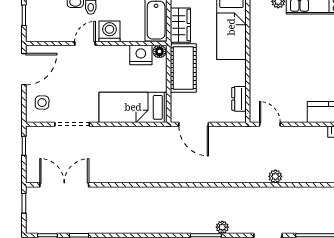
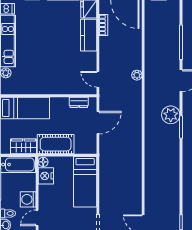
door: (85, 43) -> (37, 218), hinge flipped
door: (194, 124) -> (98, 123), moved
door: (270, 124) -> (98, 79), hinge flipped
plant: (222, 227) -> (171, 115), width x1.88, depth x1.88

